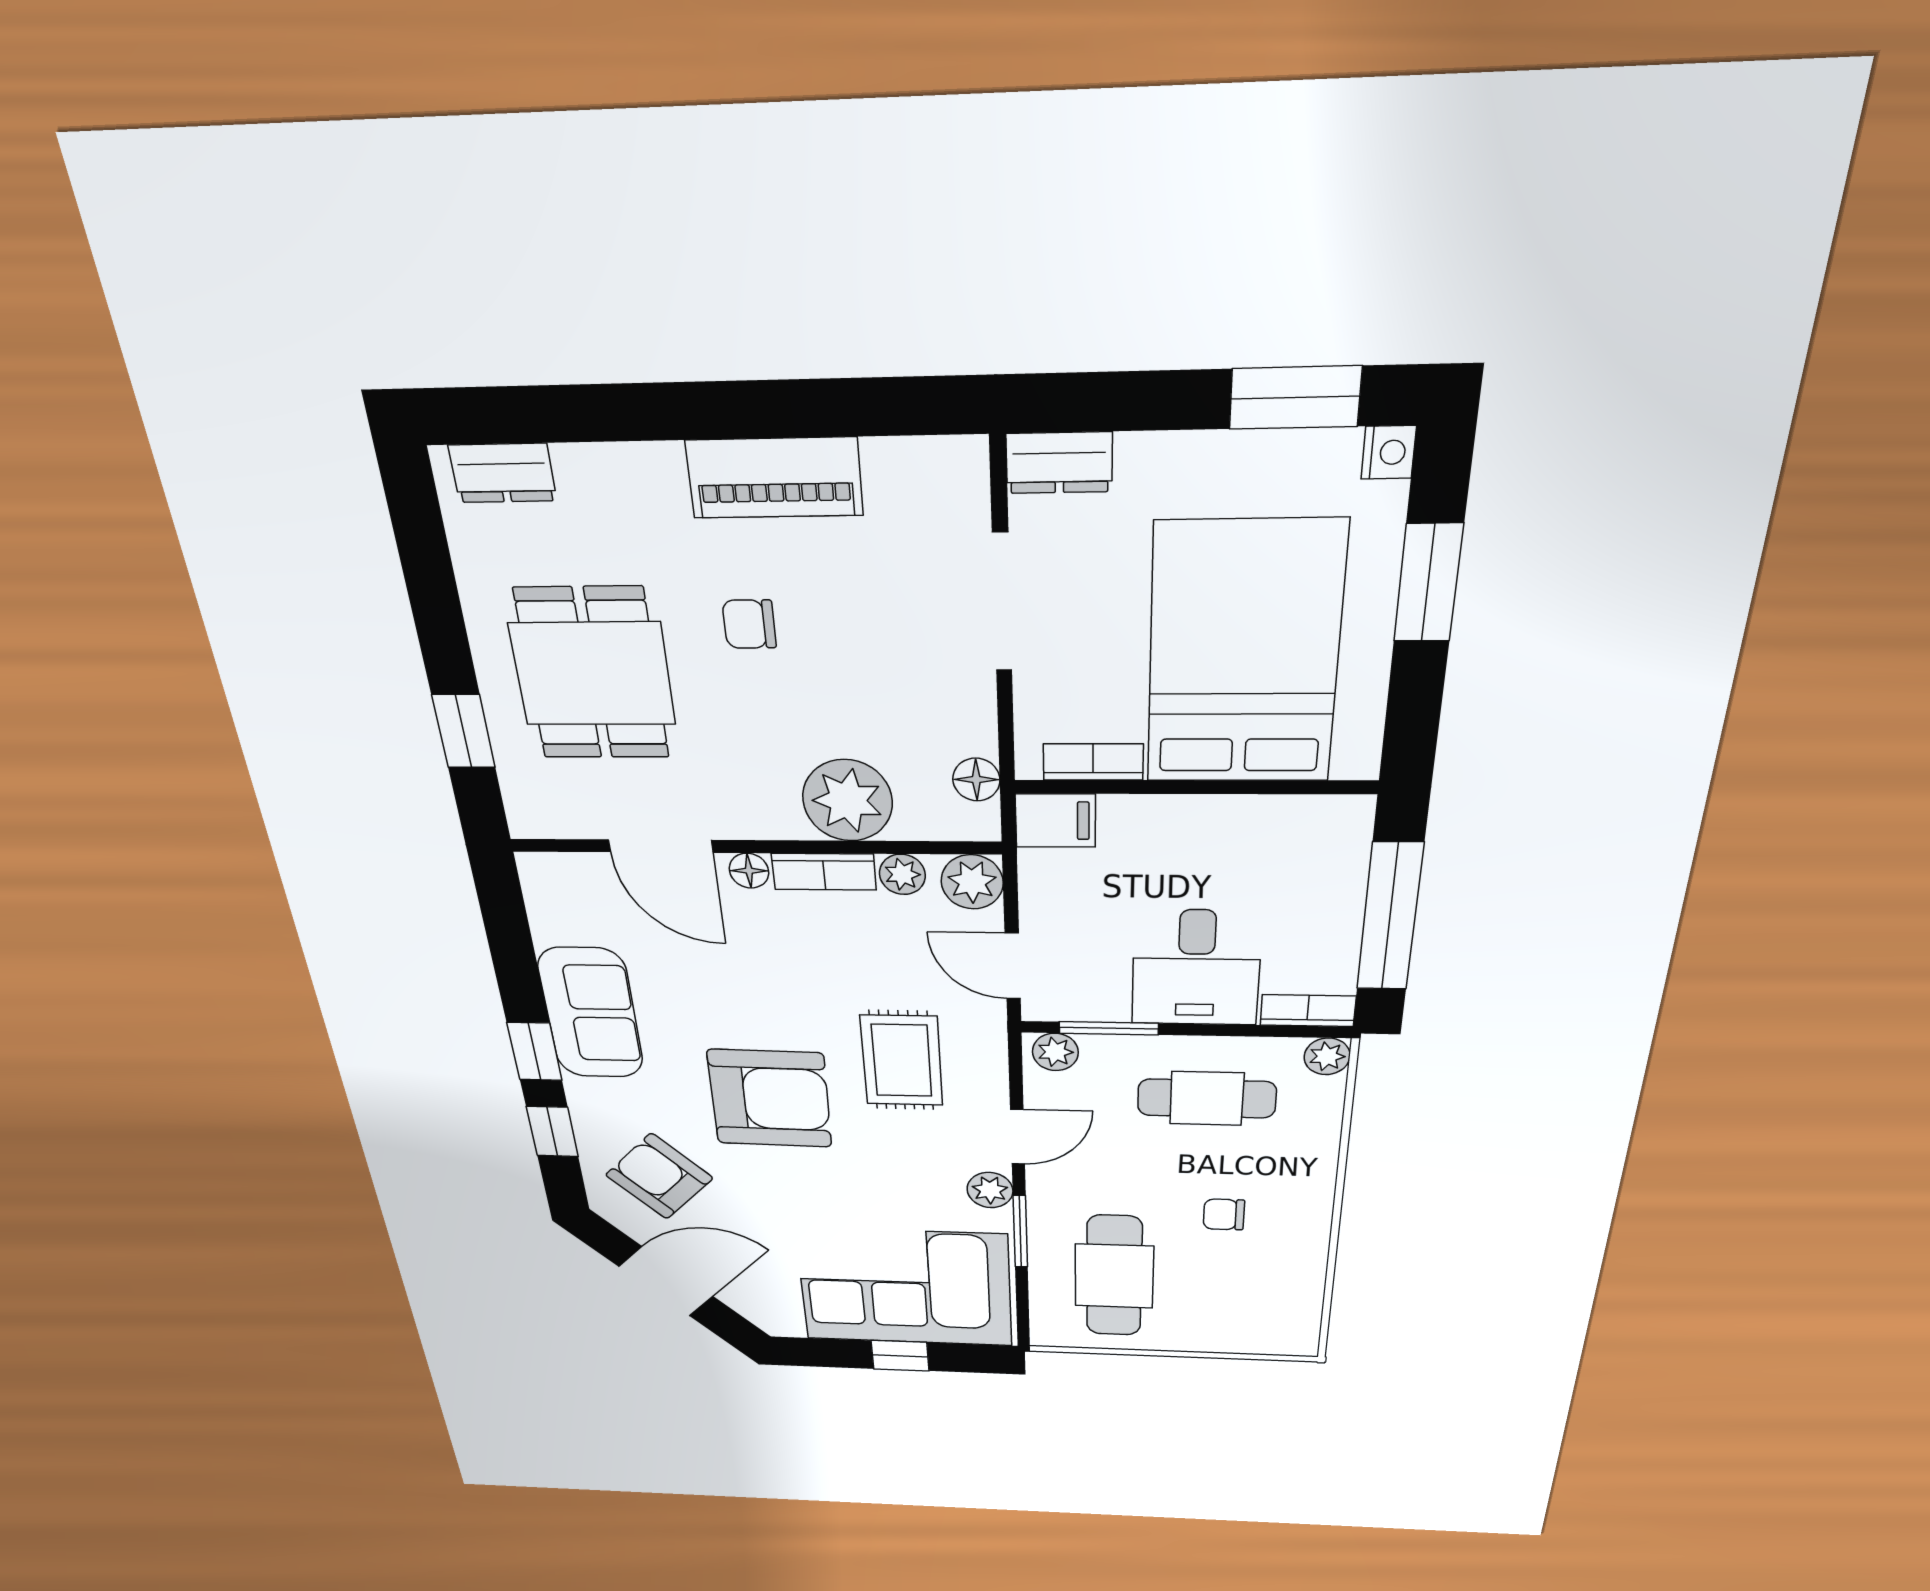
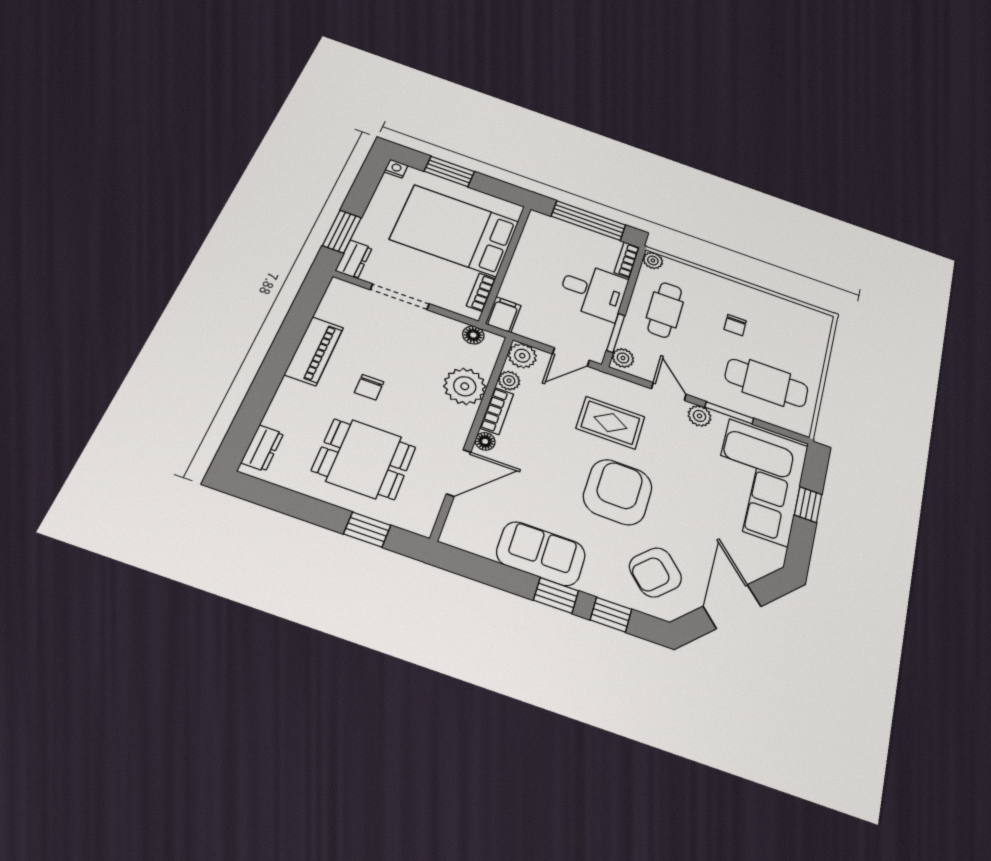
window: (1295, 398) -> (342, 232), moved

